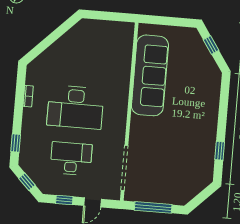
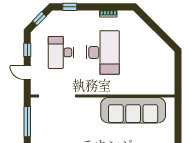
desk: (75, 107) -> (103, 52), turned 180
desk: (71, 159) -> (61, 52), turned 180

